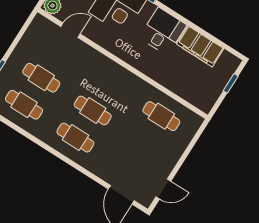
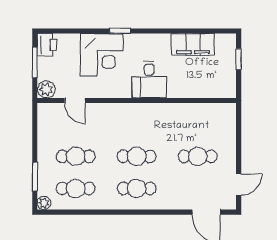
door: (71, 30) -> (75, 101), swing flipped
desk: (163, 31) -> (149, 80), moved, turned 180
cafe table: (161, 116) -> (198, 156), moved

